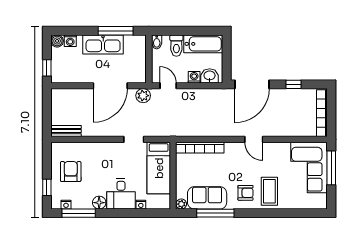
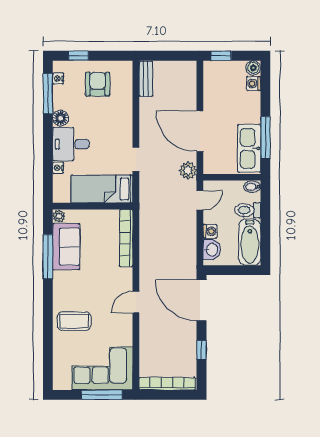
kitchen sink: (103, 44) -> (249, 148), moved
armchair: (71, 172) -> (98, 84), turned -90
armchair: (245, 193) -> (72, 293), removed

